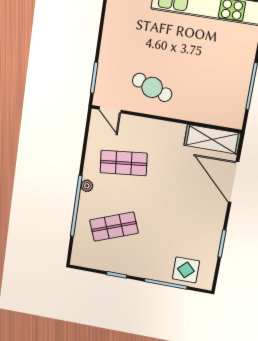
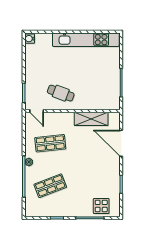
shelving: (212, 139) -> (91, 119), moved

